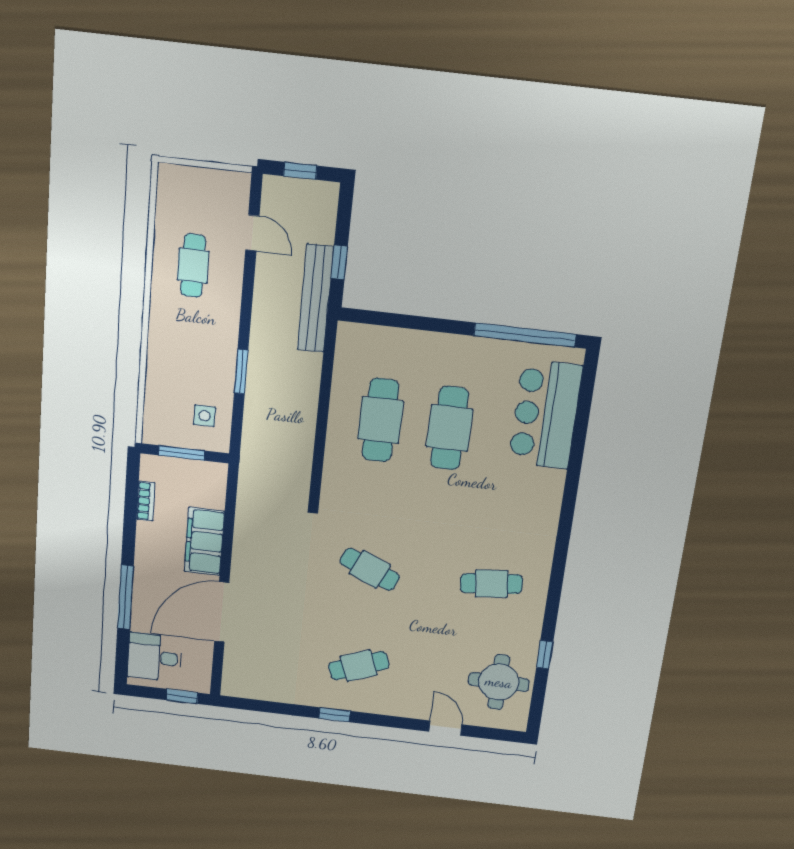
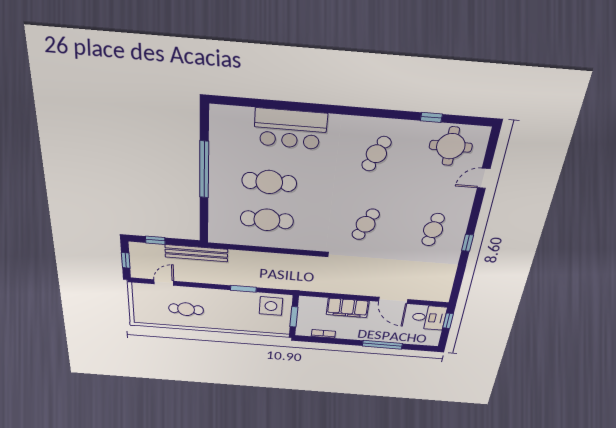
window: (339, 262) -> (155, 240), moved
window: (525, 335) -> (204, 170), moved
bar counter: (545, 414) -> (290, 129), moved
side table: (204, 416) -> (271, 306), width x1.87, depth x1.87
cafe table: (491, 584) -> (376, 154), turned 30
door: (222, 612) -> (393, 300), width x0.73
desk: (155, 657) -> (429, 318), moved, turned -90
cafe table: (359, 666) -> (433, 230), turned 30

